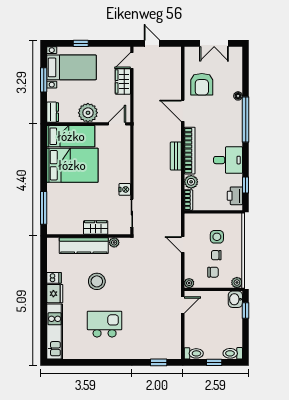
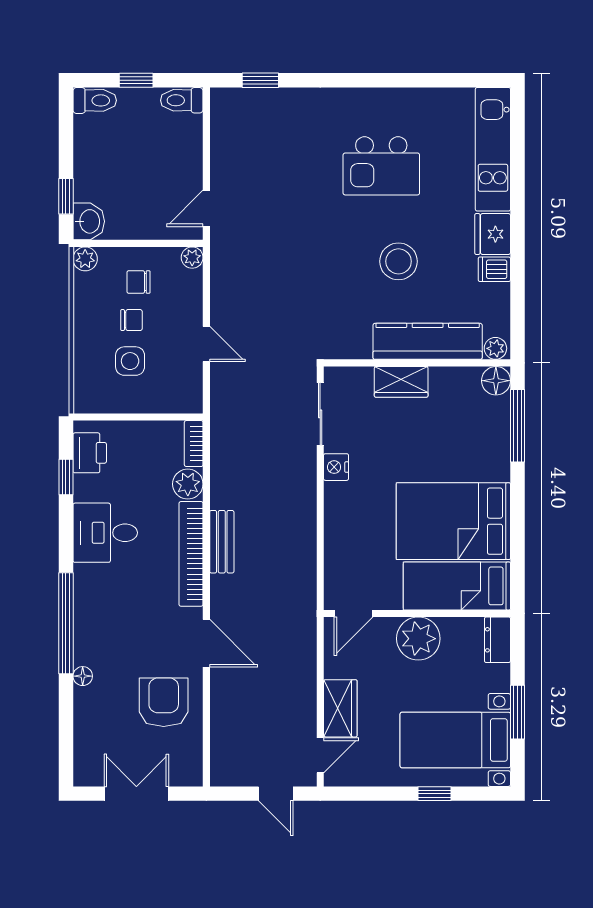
floor lamp: (53, 228) -> (496, 381), added
plant: (114, 242) -> (495, 348), moved

